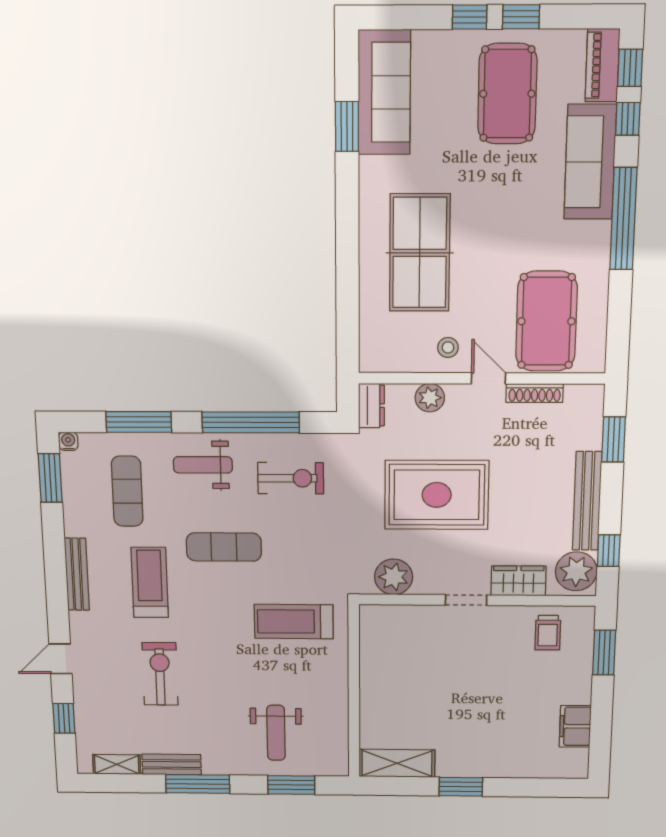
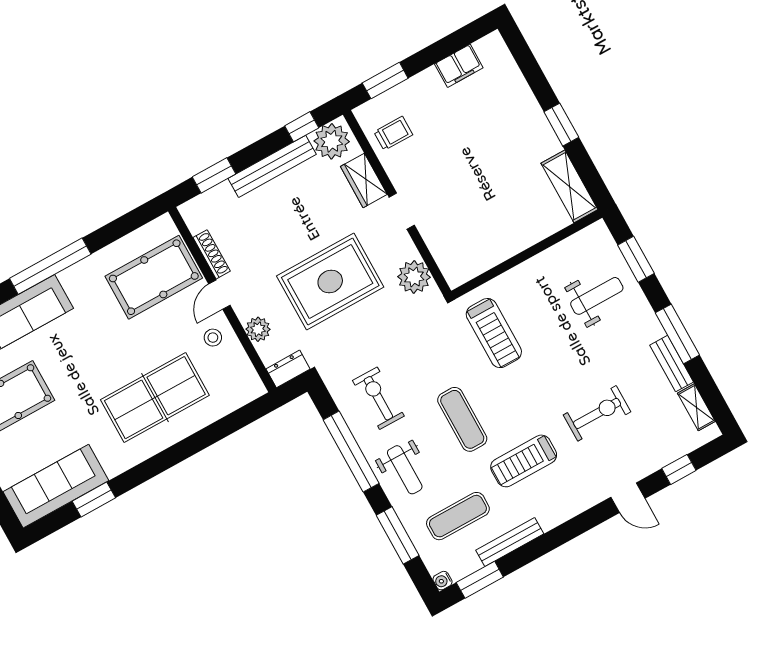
rug: (437, 495) -> (330, 282), turned 90
bench: (77, 574) -> (510, 542), moved
exercise bike: (160, 674) -> (597, 413), turned 180

